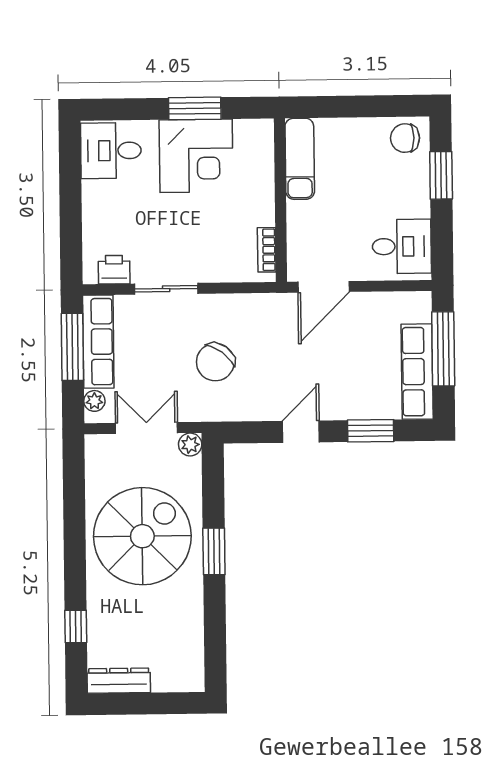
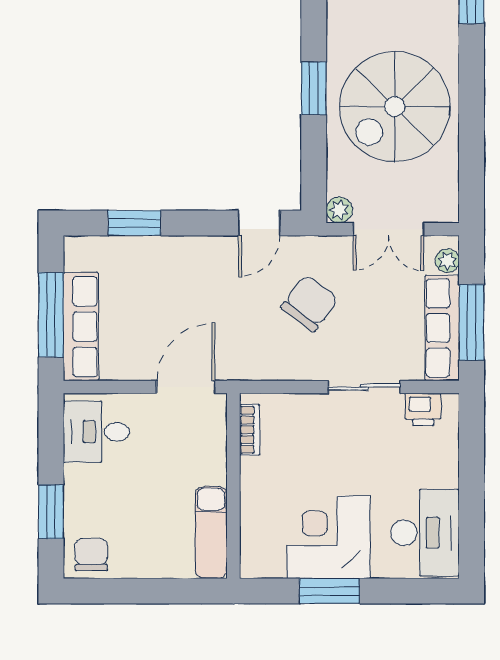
chair: (405, 138) -> (91, 555), turned -90
desk: (111, 151) -> (425, 533), width x1.37
row of seats: (417, 372) -> (81, 327), moved
door: (301, 432) -> (259, 223), moved

